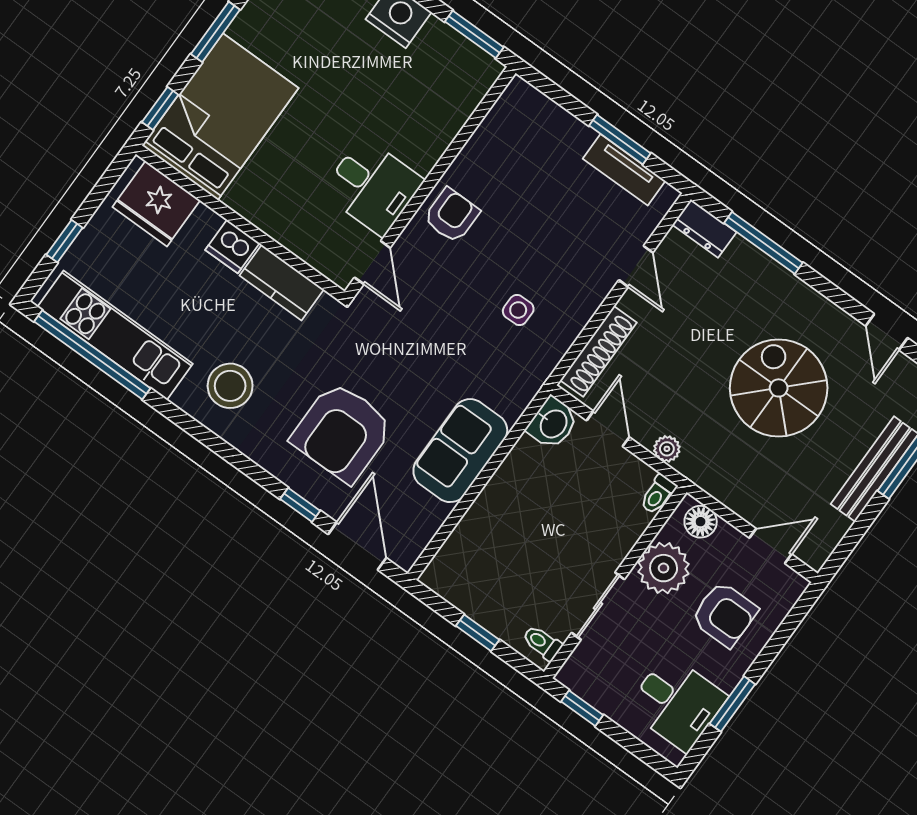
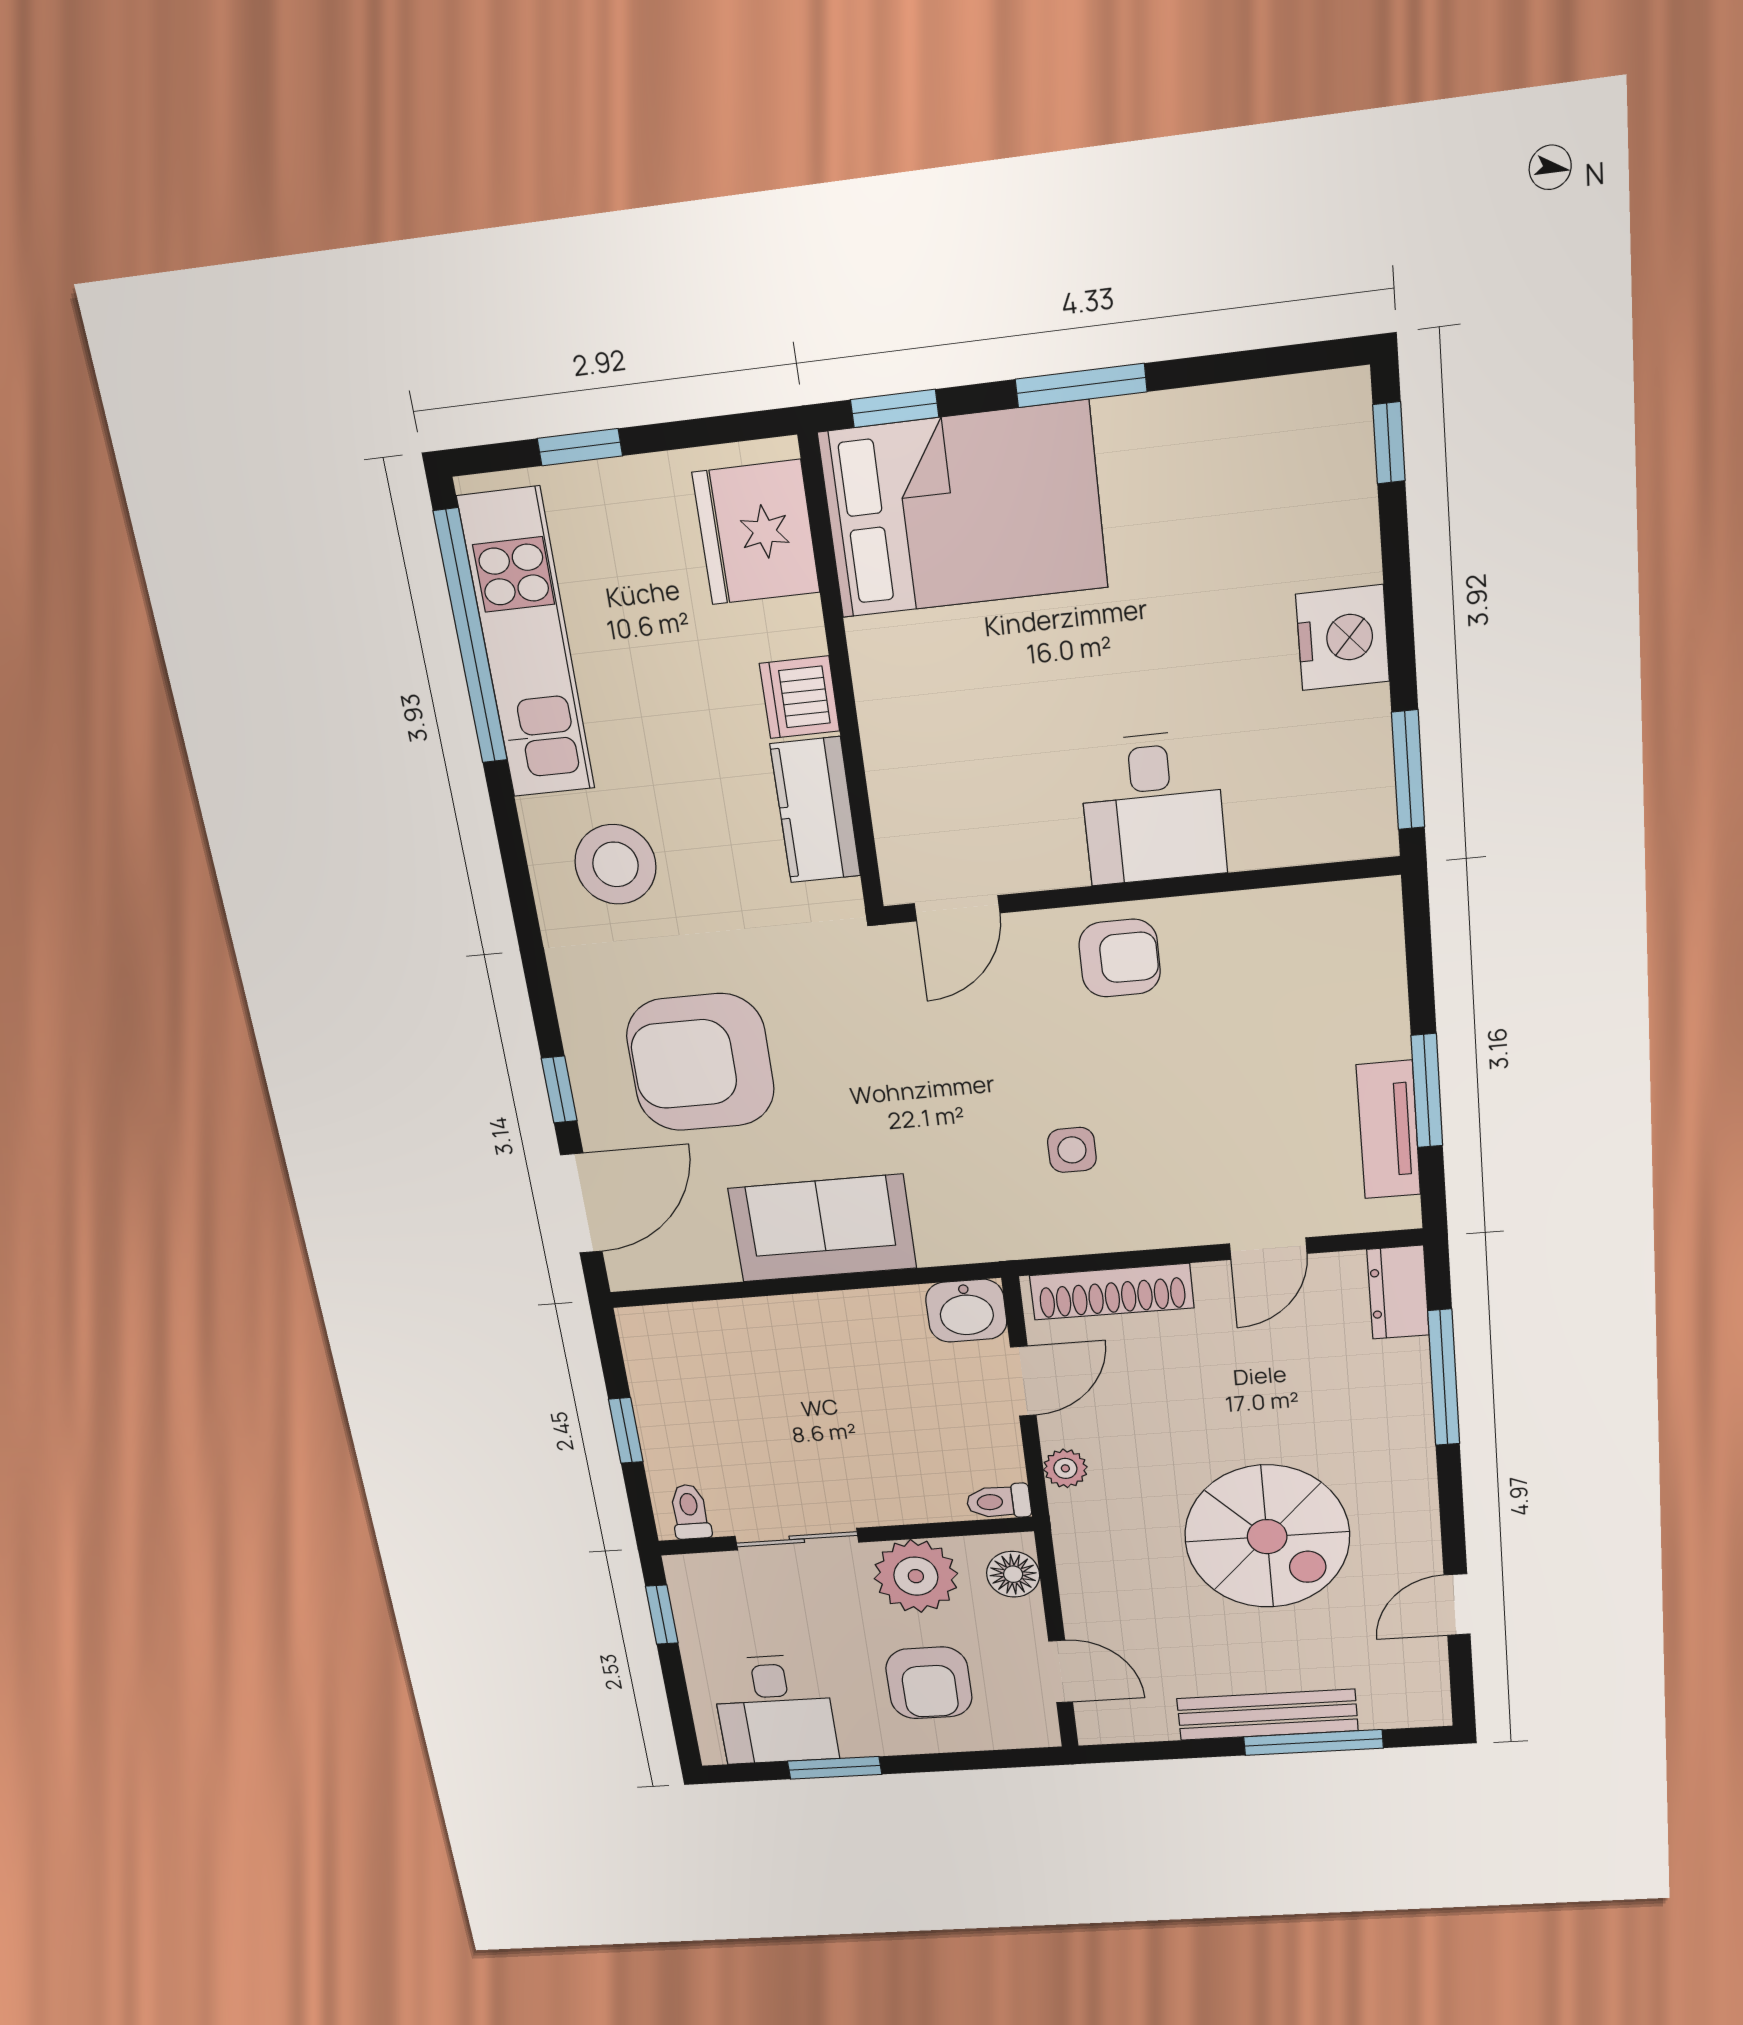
desk: (373, 186) -> (1153, 808), moved
spiral stairs: (779, 388) -> (1267, 1537), turned 90

